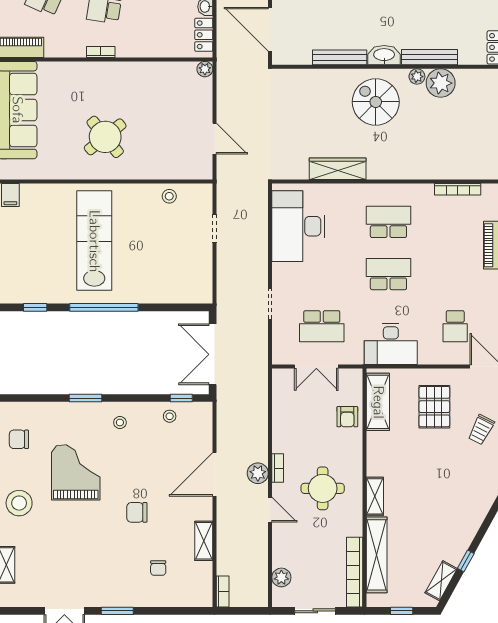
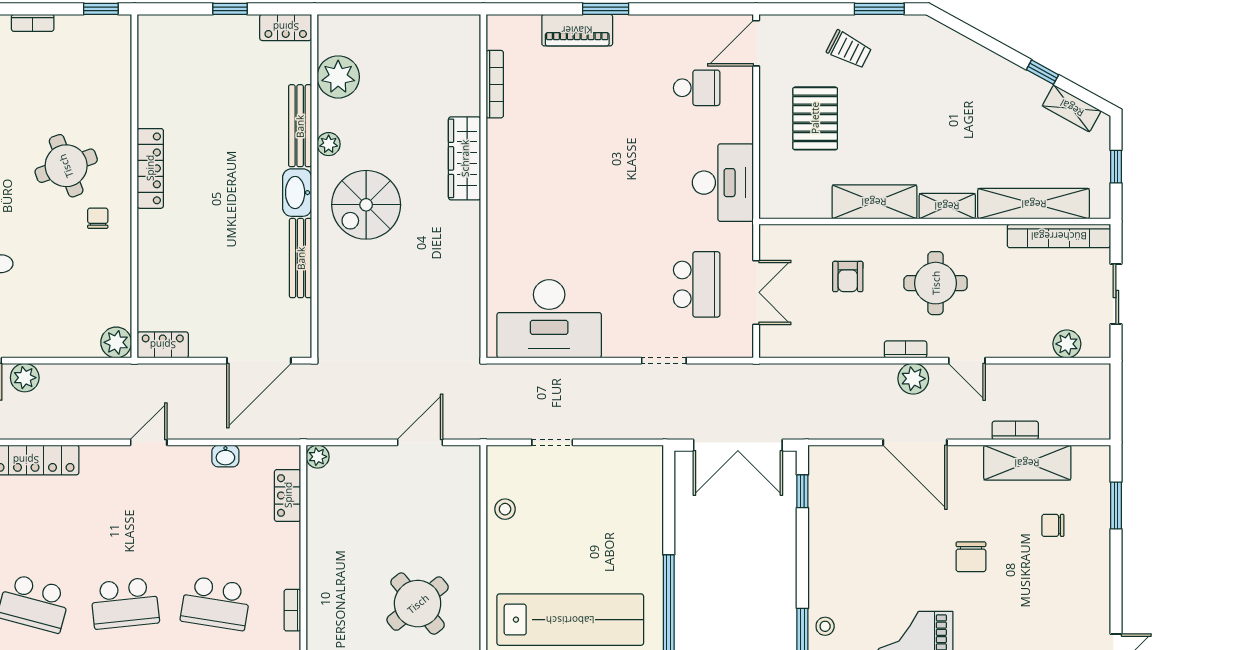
locker: (204, 35) -> (288, 495), moved, turned 90
plant: (441, 83) -> (338, 77), moved
wardrobe: (338, 169) -> (465, 158), moved
school desk: (388, 222) -> (543, 186), removed
lab bench: (94, 241) -> (570, 620), turned 180
school desk: (388, 274) -> (620, 186), removed
shelving: (378, 402) -> (874, 202), moved
pallet: (434, 407) -> (815, 118), turned 90
stool: (170, 416) -> (829, 509), removed
armchair: (347, 417) -> (848, 277), moved, turned 90
stool: (120, 423) -> (825, 626), moved
door: (270, 510) -> (967, 361), swing flipped
shelving: (204, 541) -> (1027, 463), width x1.50, depth x1.33
chair: (158, 568) -> (1053, 525), turned 180
bookcase: (223, 591) -> (1015, 430), moved
window: (117, 611) -> (1116, 505), moved

